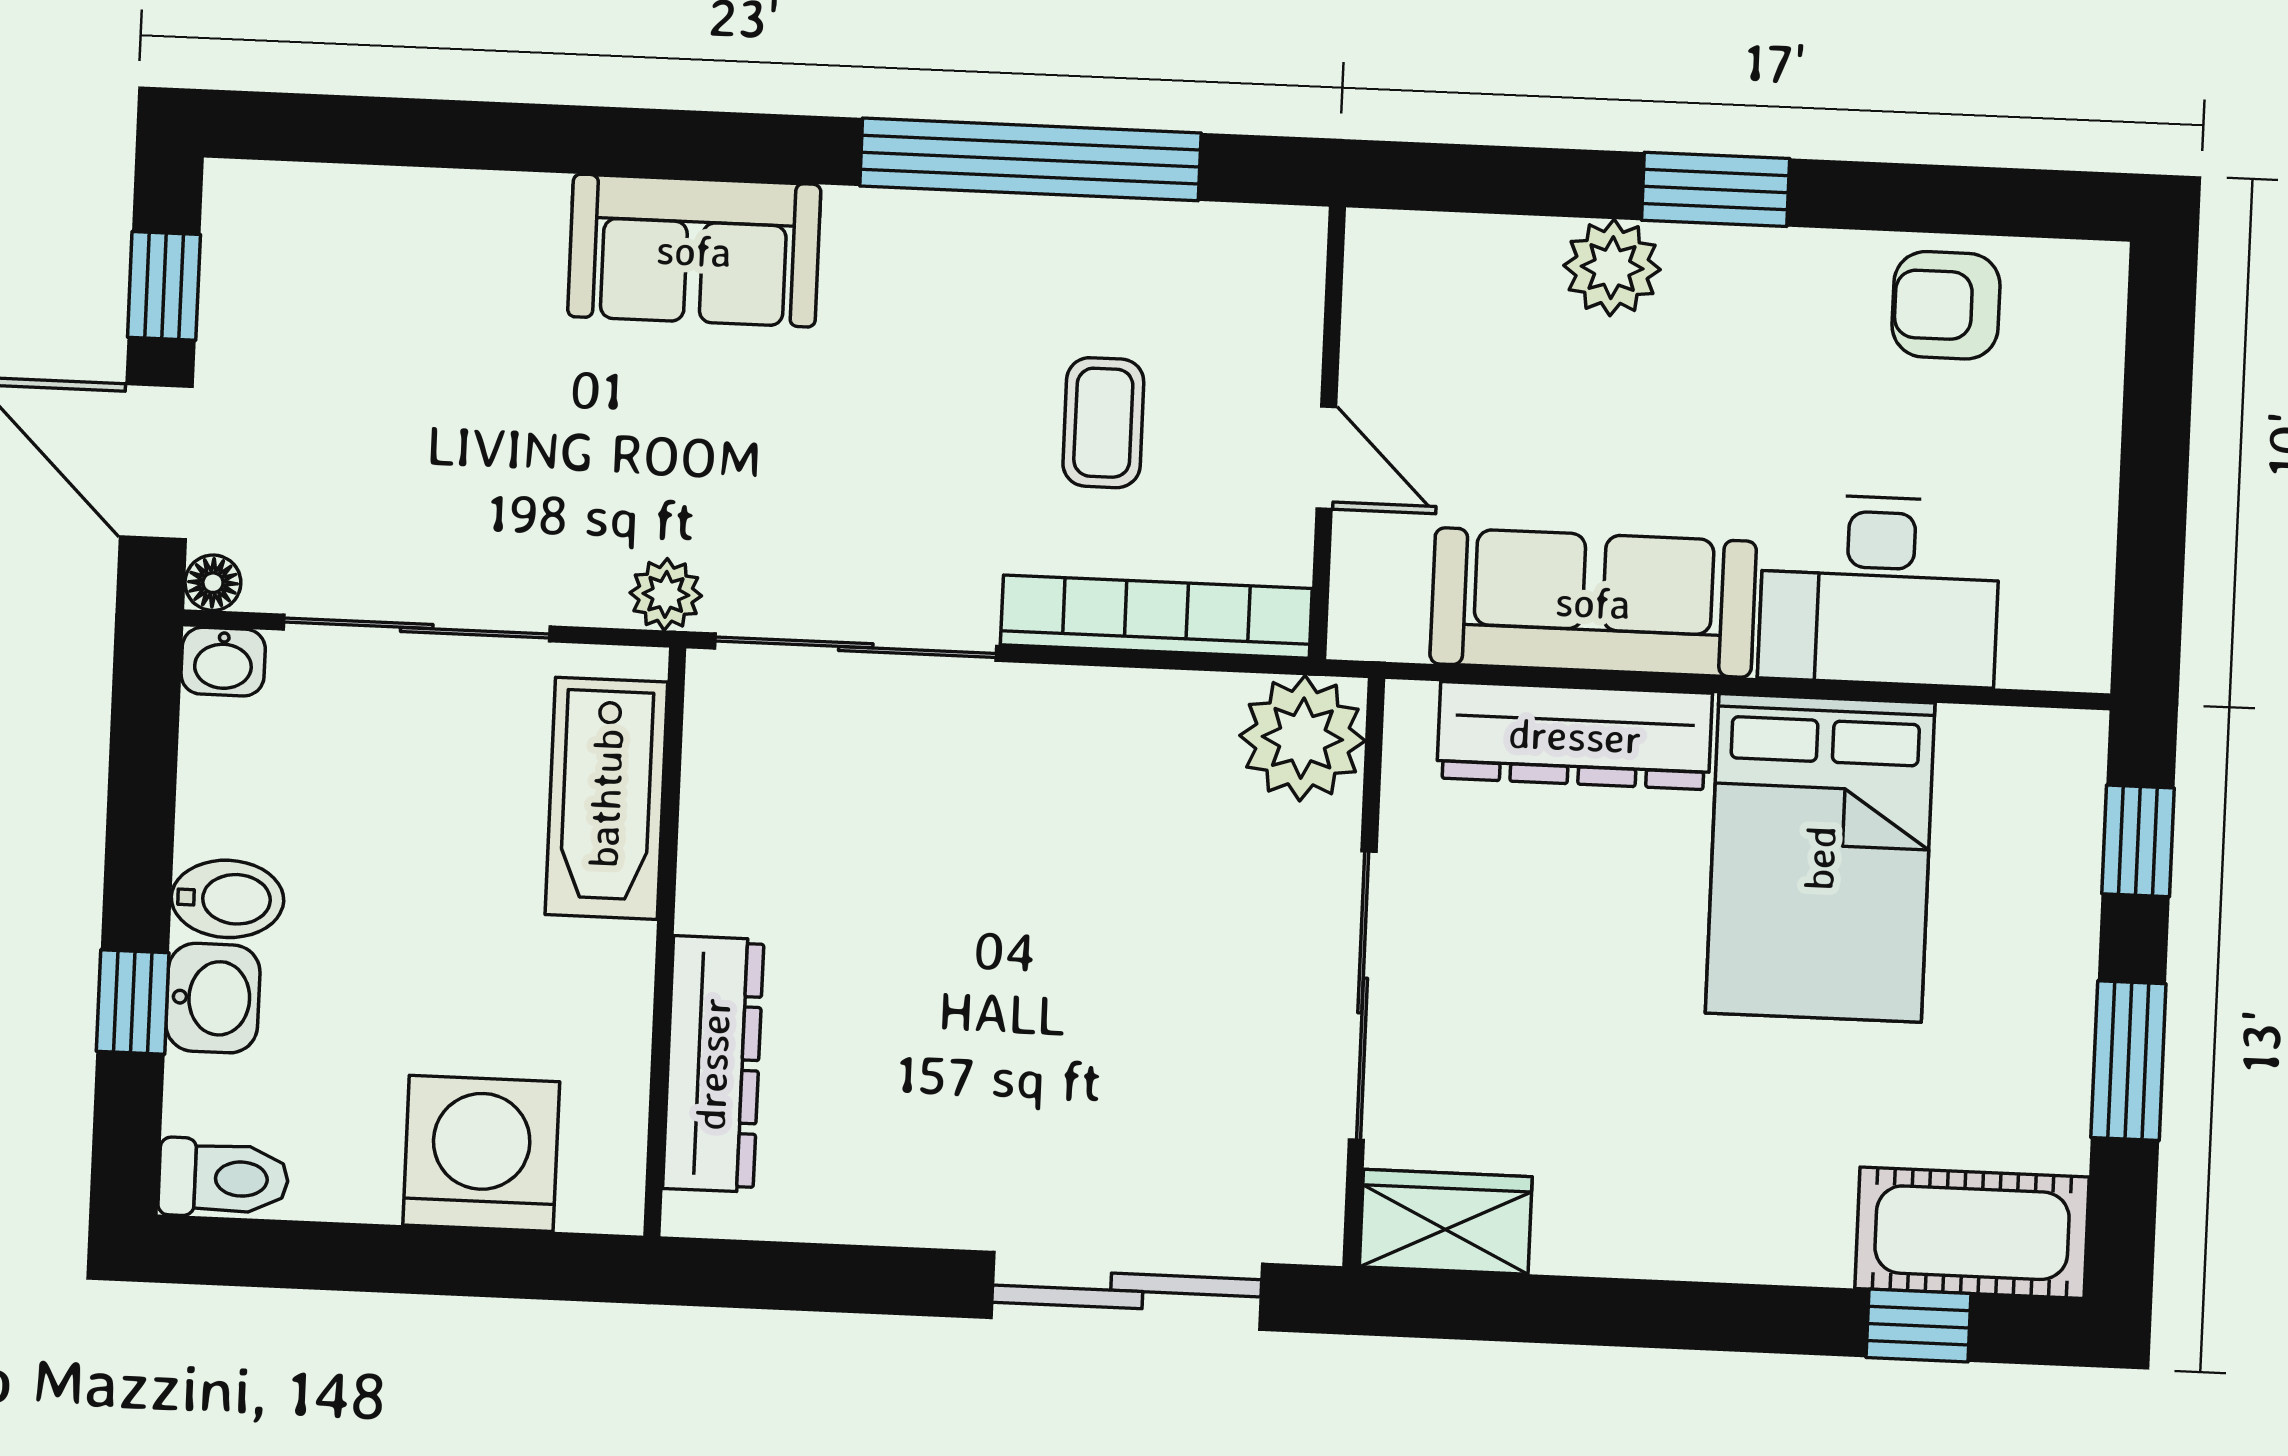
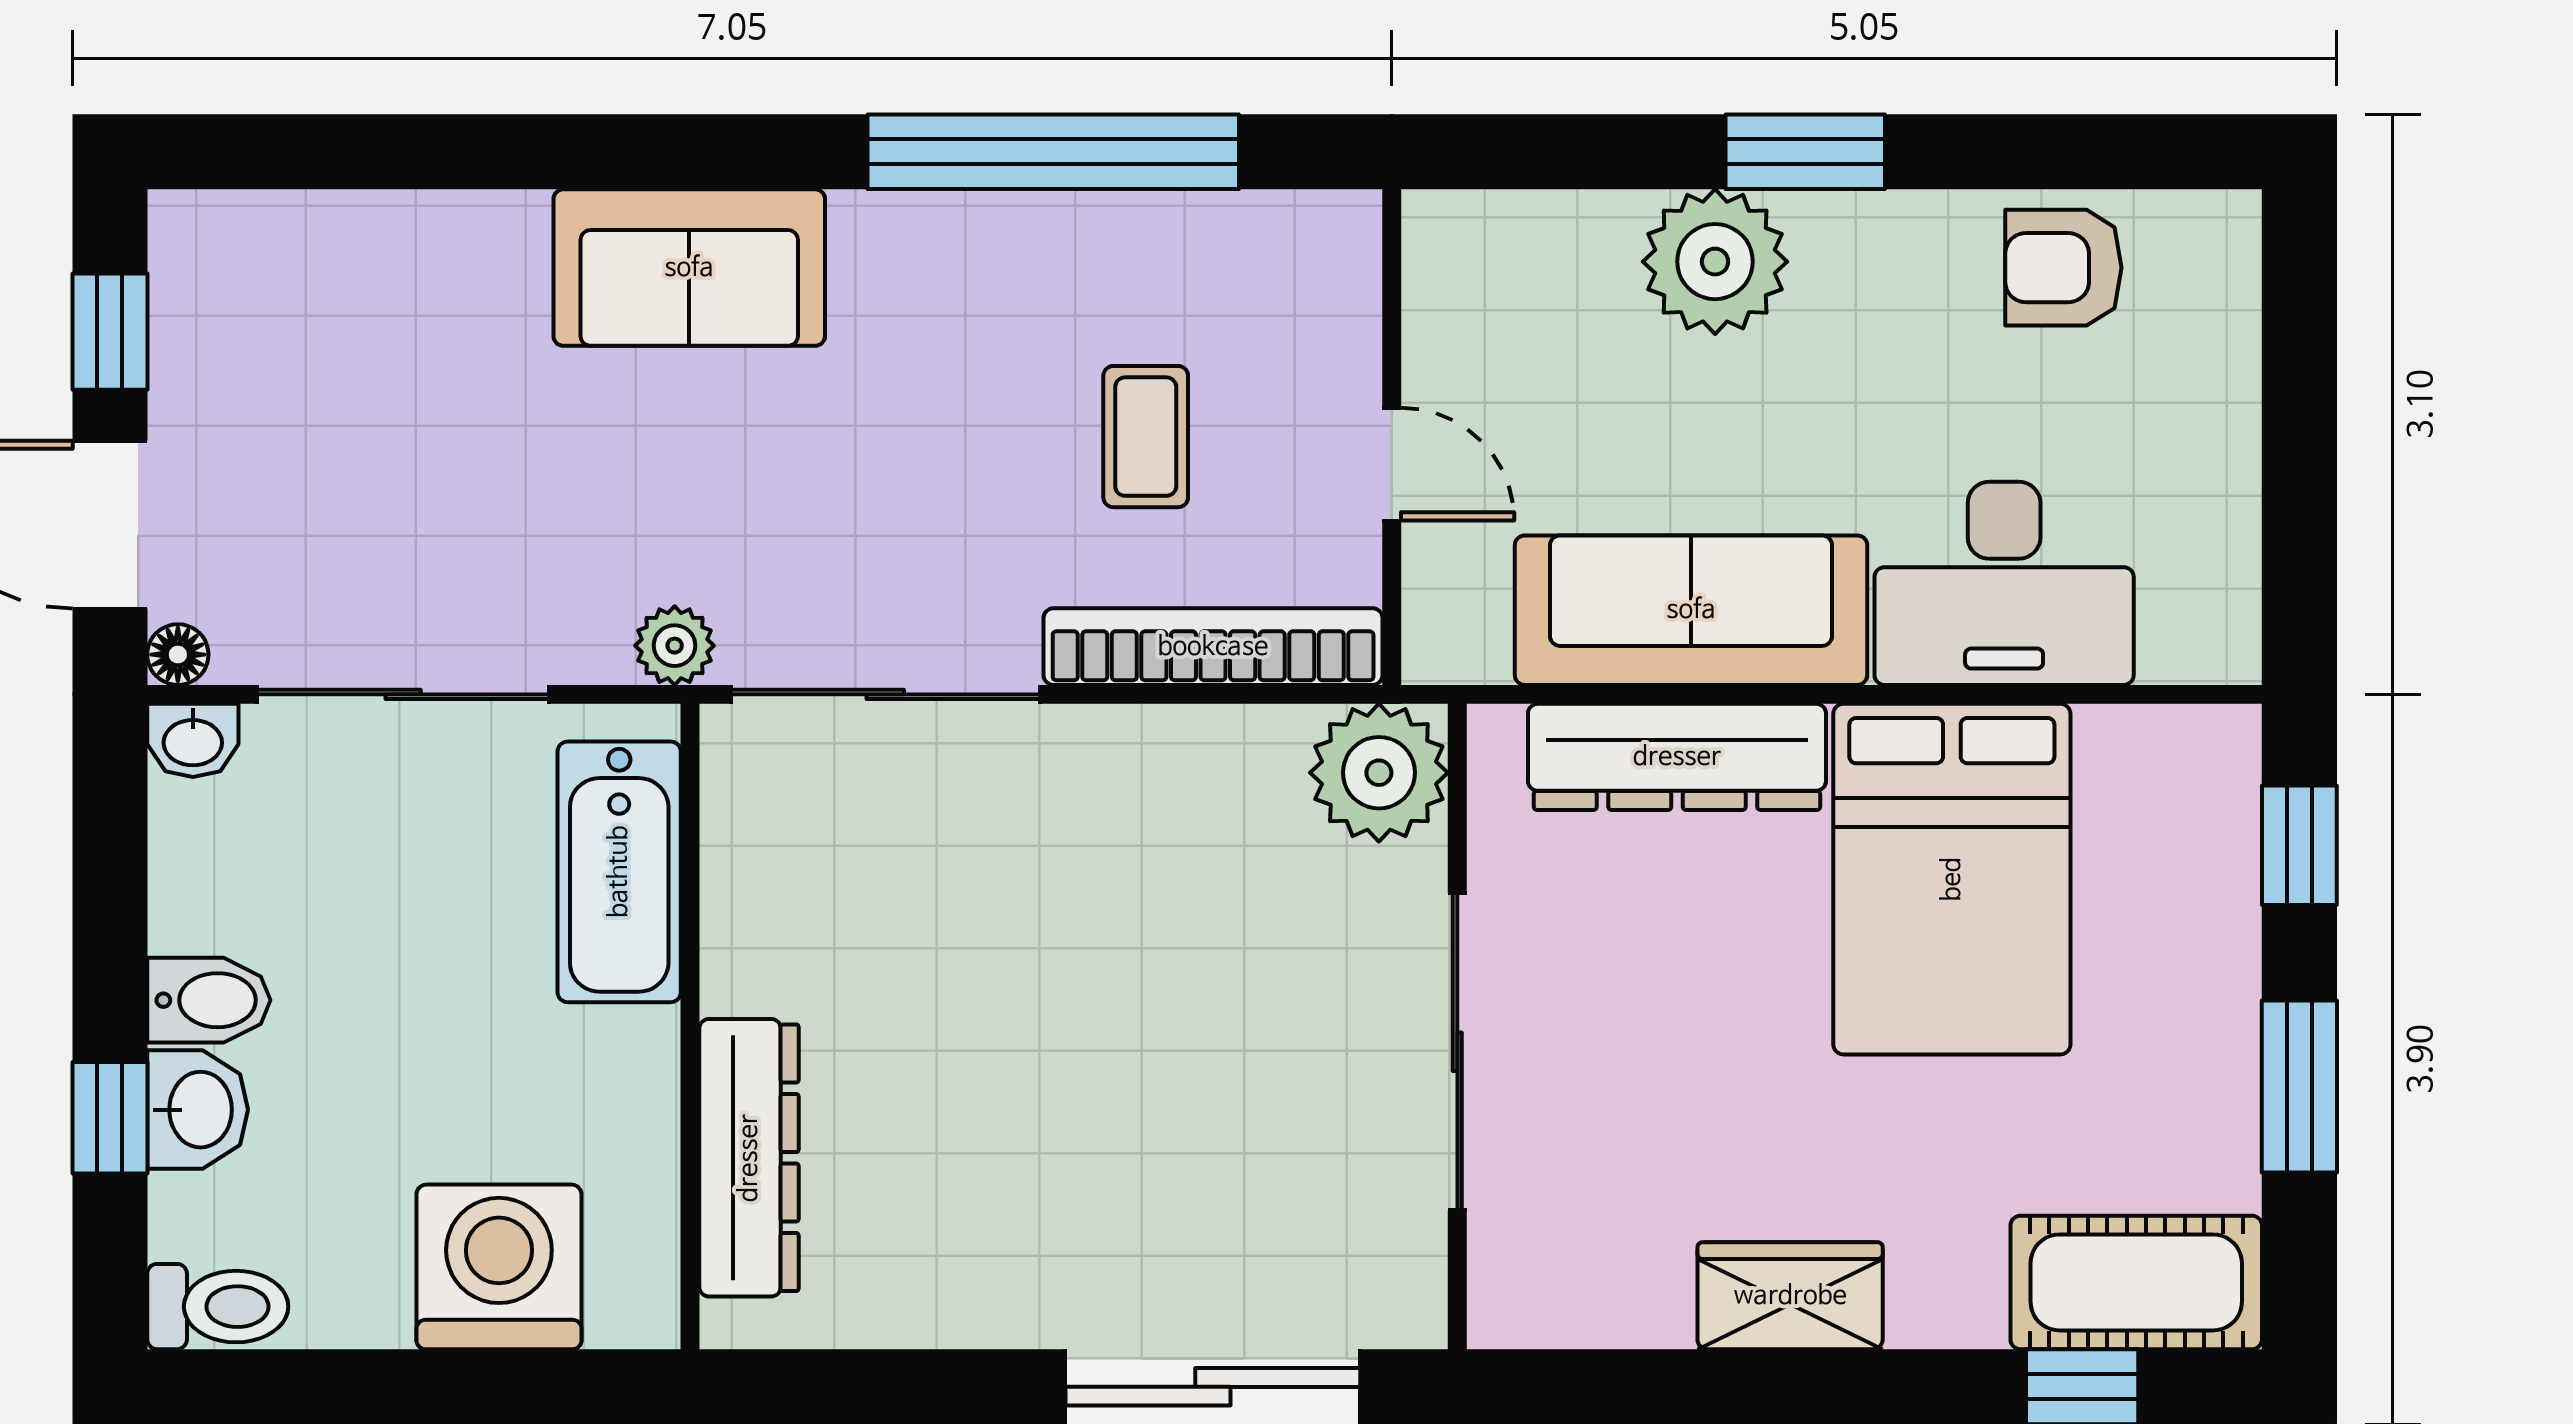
plant: (1612, 268) -> (1715, 262), width x1.36, depth x1.36
wardrobe: (1446, 1222) -> (1790, 1296), moved

